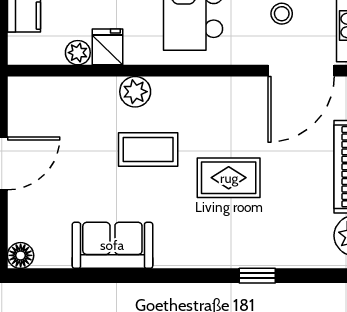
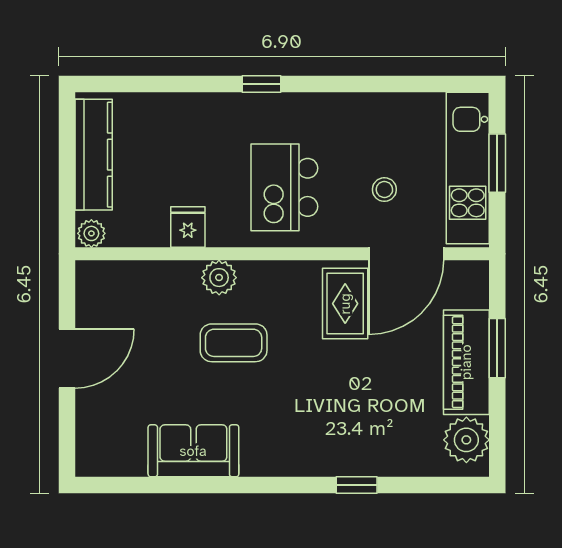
plant: (78, 53) -> (91, 233), moved
rug: (229, 178) -> (345, 304), moved, turned 90
floor lamp: (21, 255) -> (90, 462), removed

